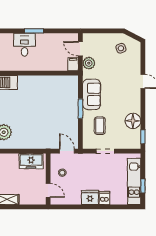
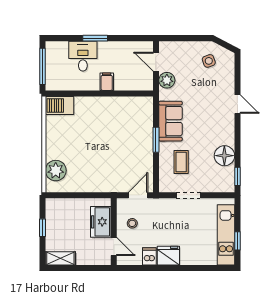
filing cabinet: (73, 64) -> (107, 82), moved
door: (67, 151) -> (138, 195), hinge flipped
freezer: (31, 161) -> (101, 222), moved, turned 90
dishwasher: (104, 198) -> (149, 256), moved

